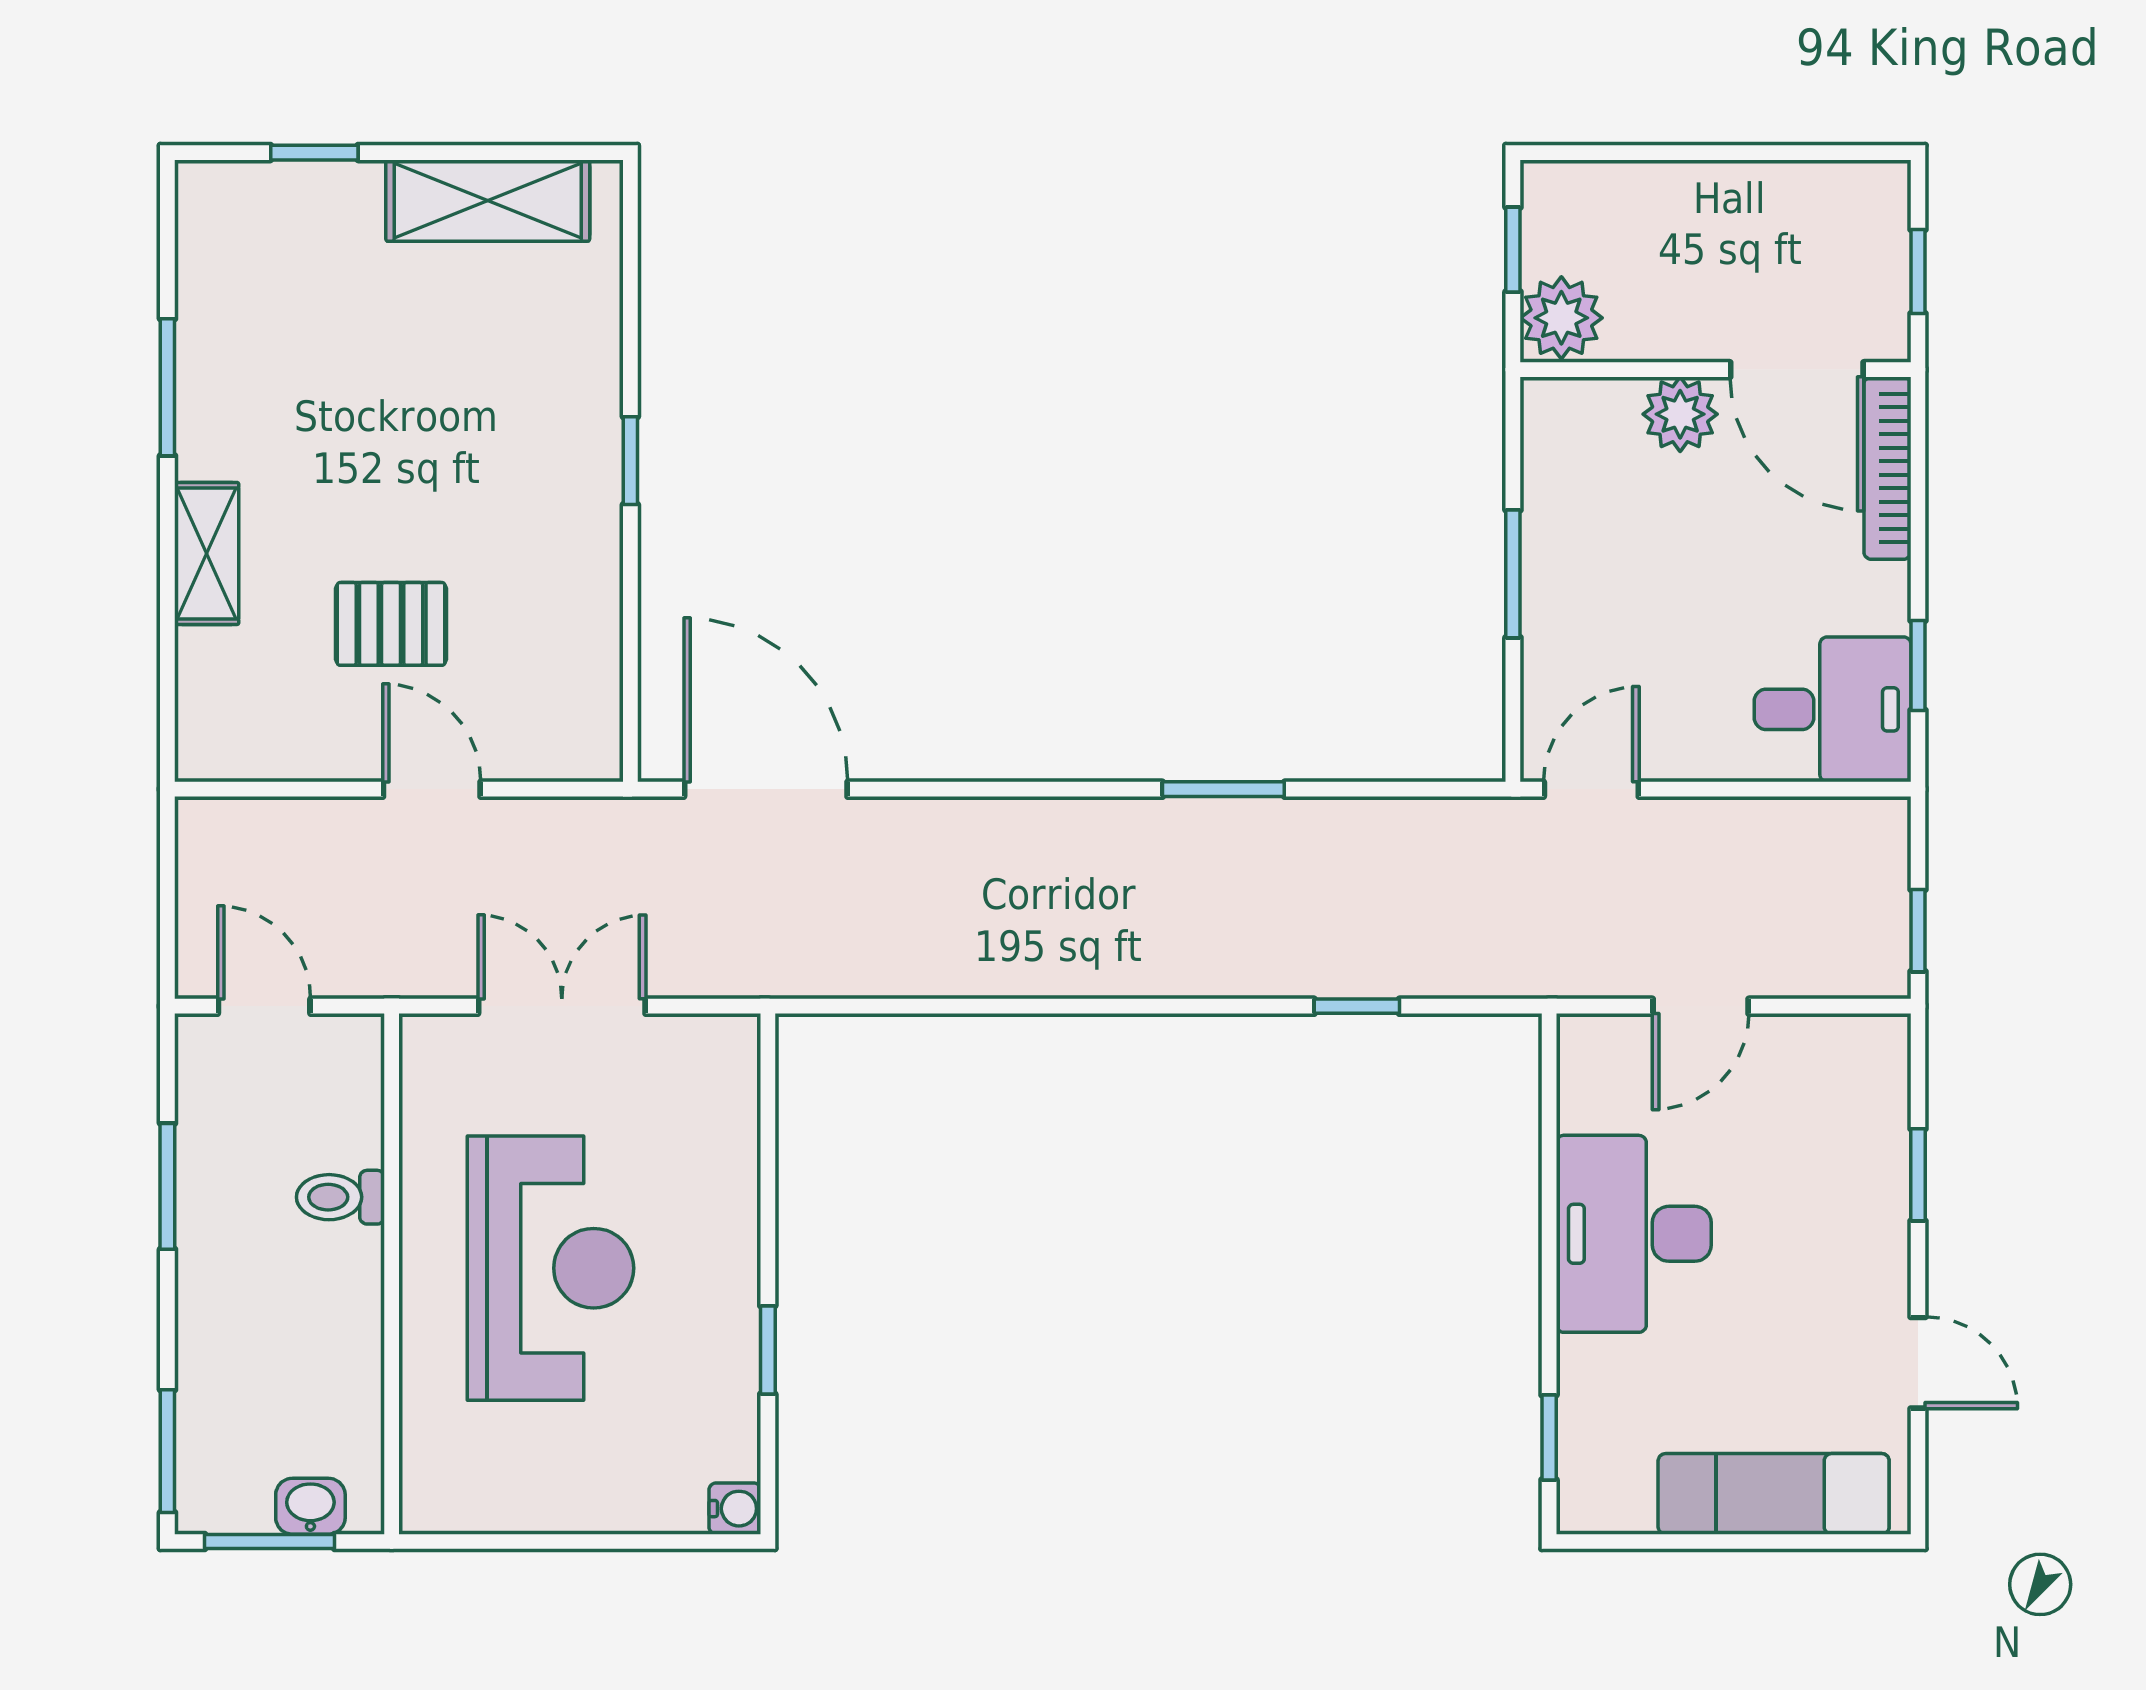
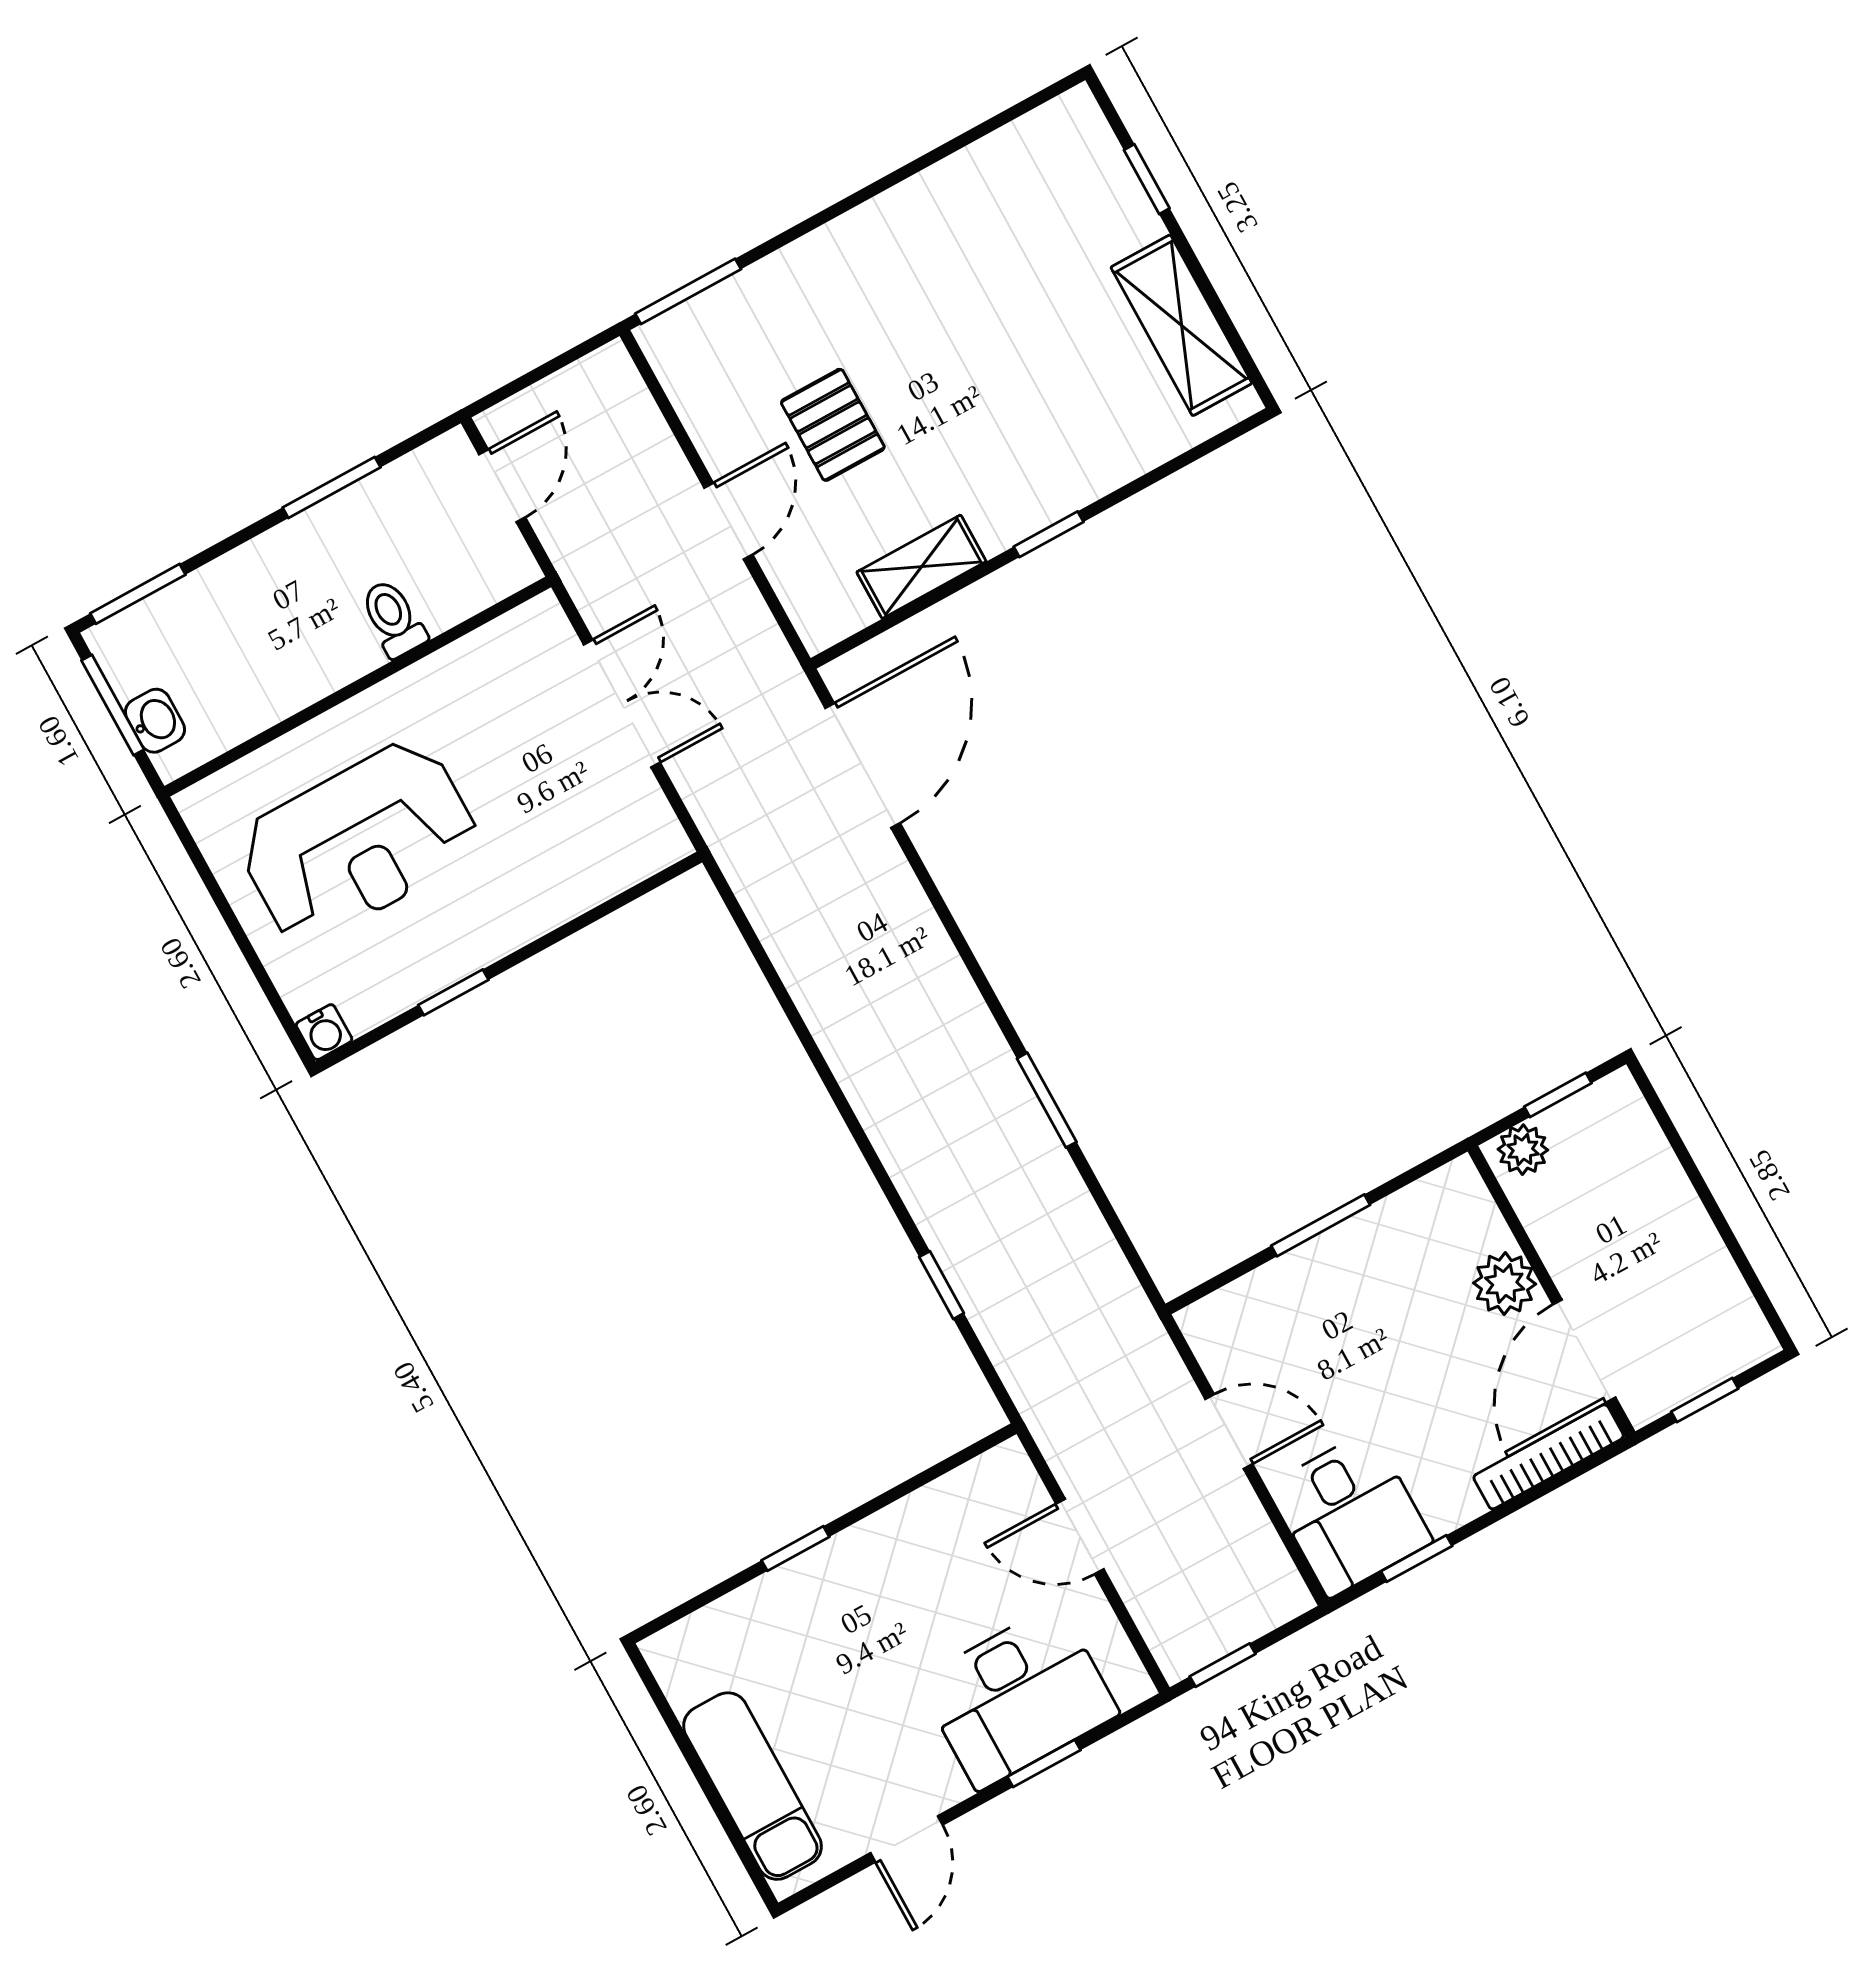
plant: (1561, 318) -> (1523, 1150), width x0.73, depth x0.73
window: (167, 387) -> (688, 291), moved
shelving: (207, 553) -> (921, 567), moved
door: (1591, 789) -> (1229, 1432), moved
desk: (1634, 1234) -> (1018, 1697), moved, turned 180
reception desk: (550, 1268) -> (359, 842), moved
window: (1549, 1437) -> (795, 1549), moved

